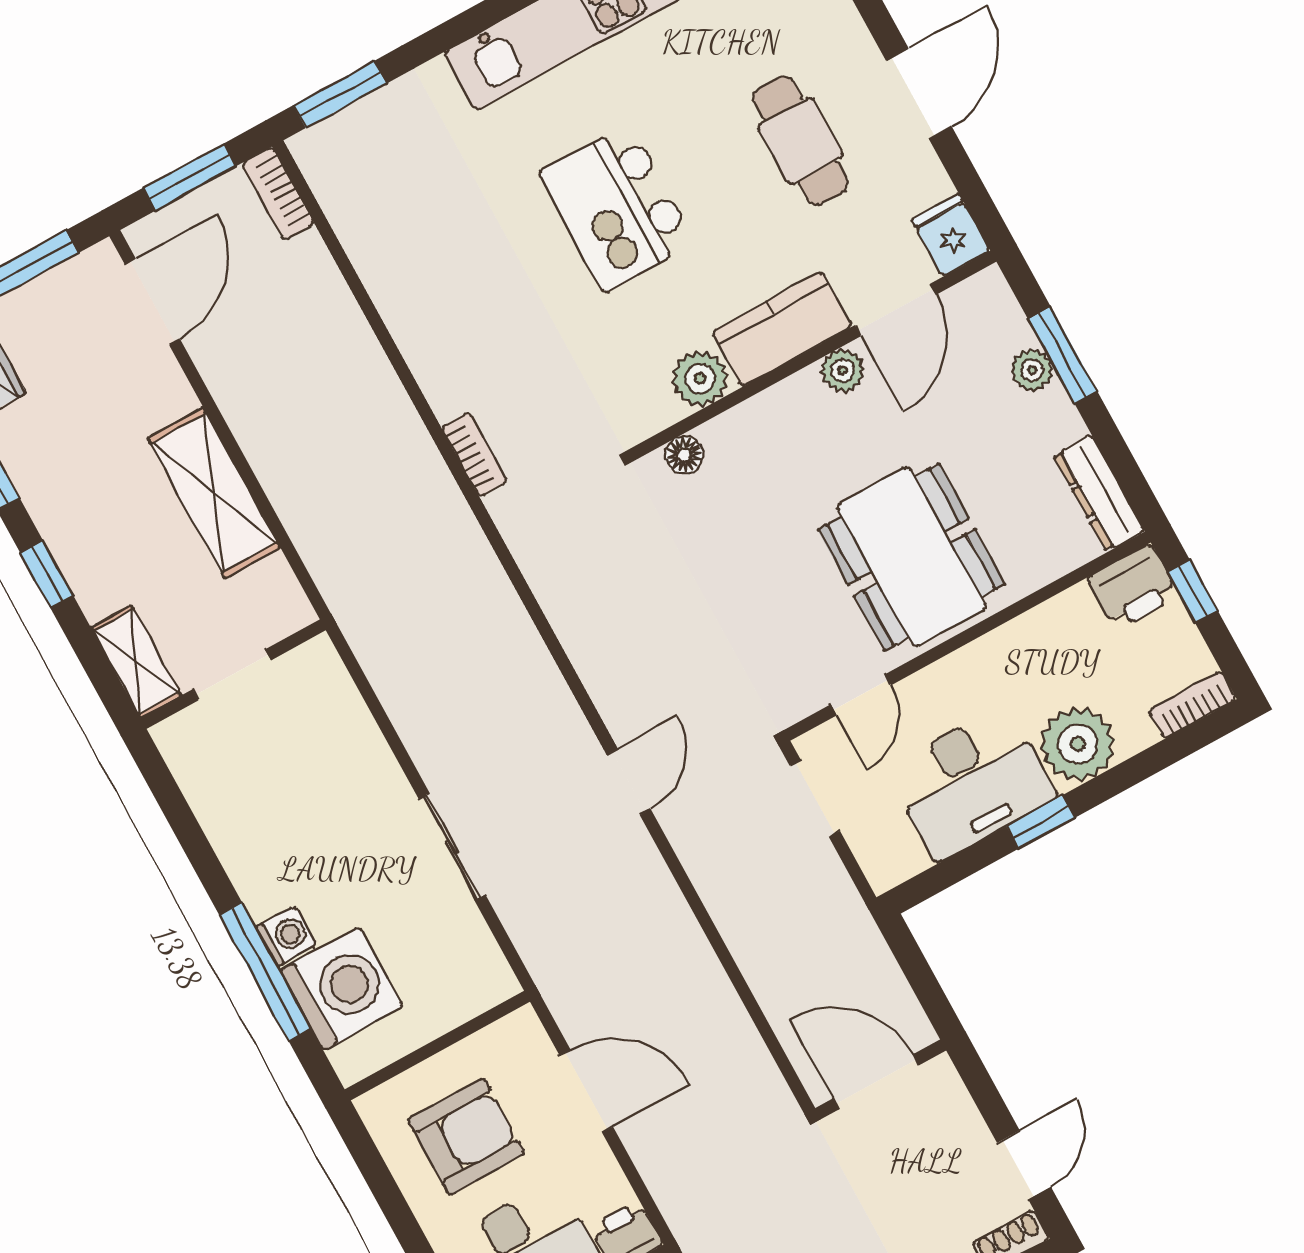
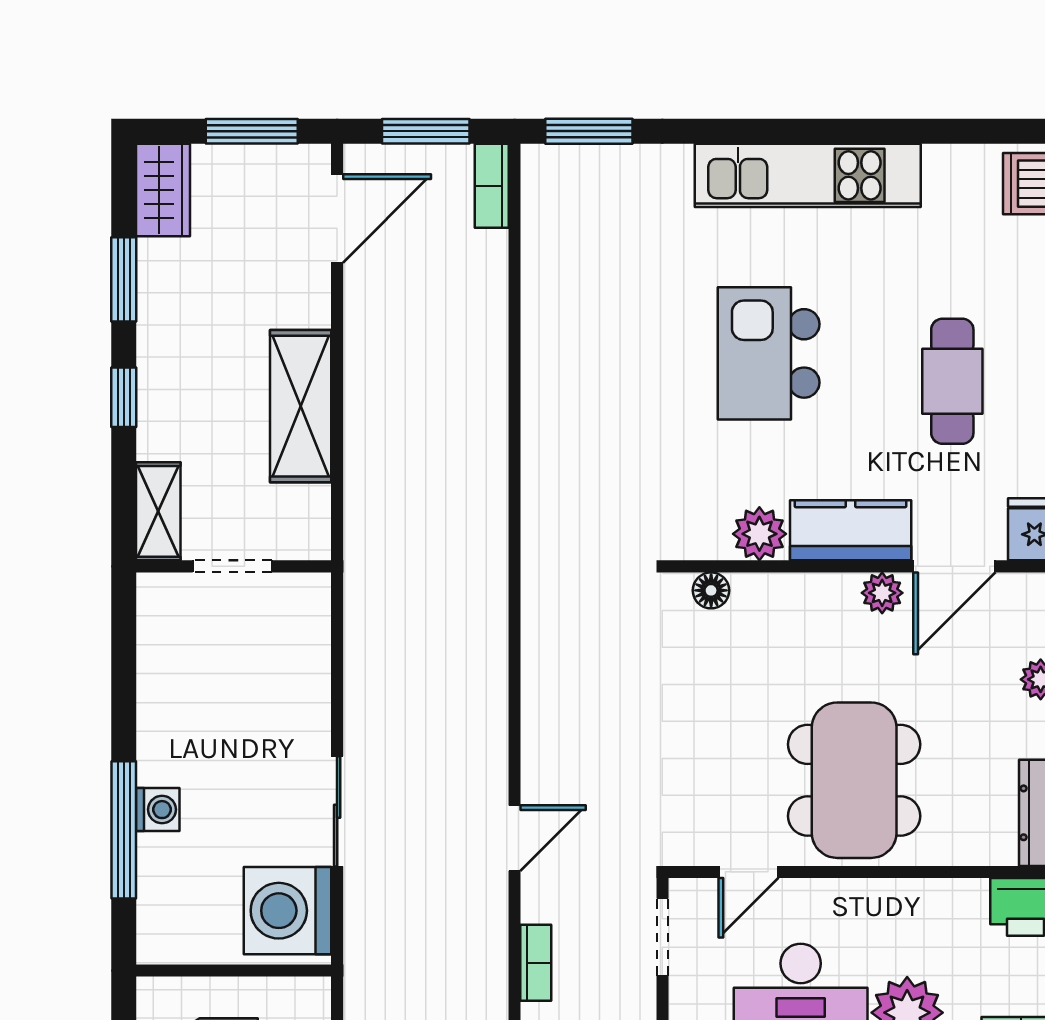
bookcase: (474, 455) -> (536, 963), moved
washing machine: (342, 988) -> (288, 911), moved, turned 180

